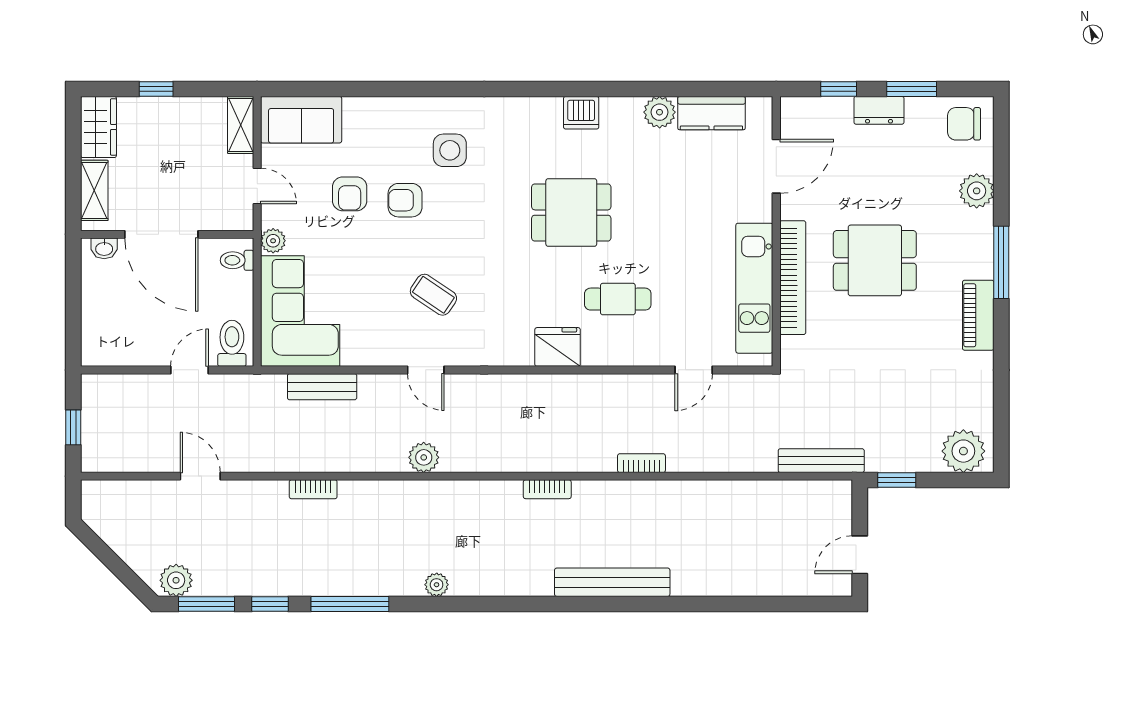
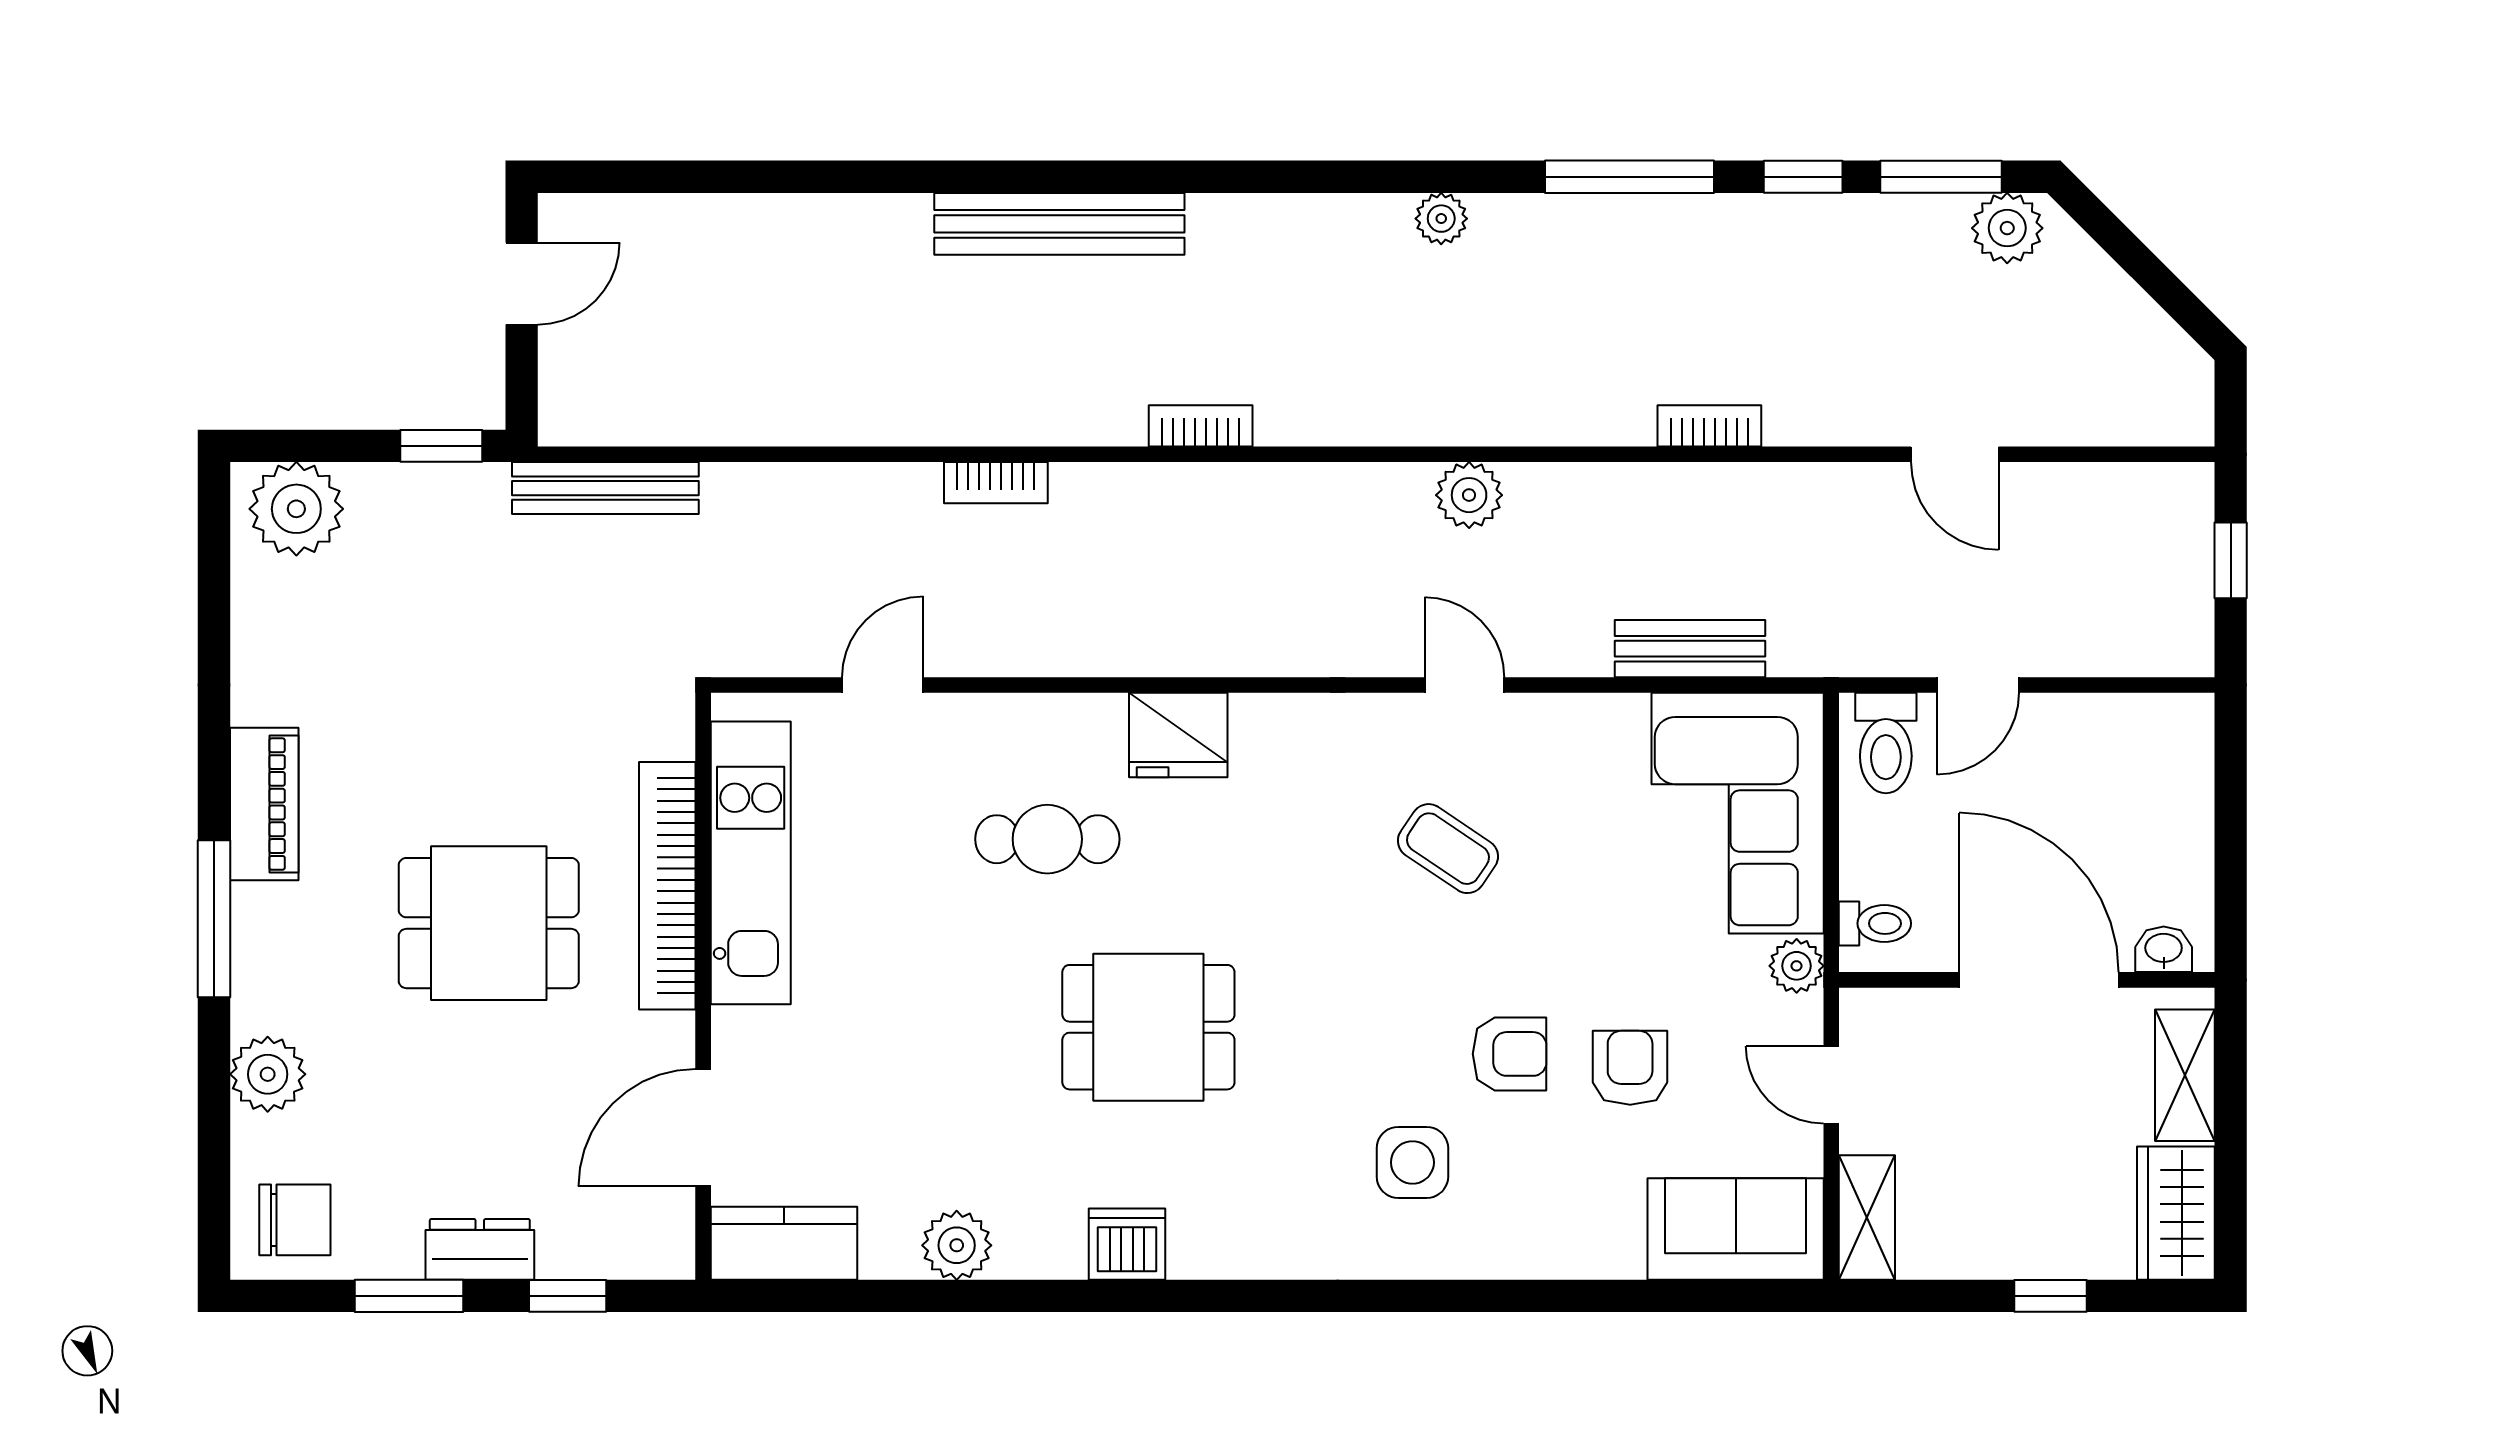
kitchen counter: (711, 113) -> (784, 1243), moved

